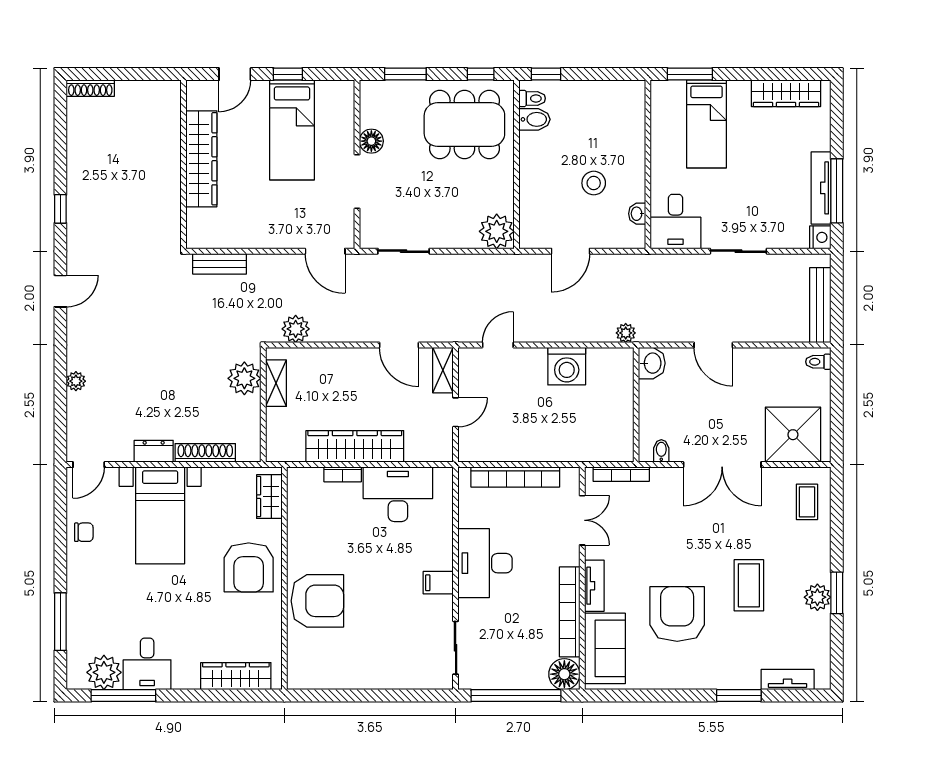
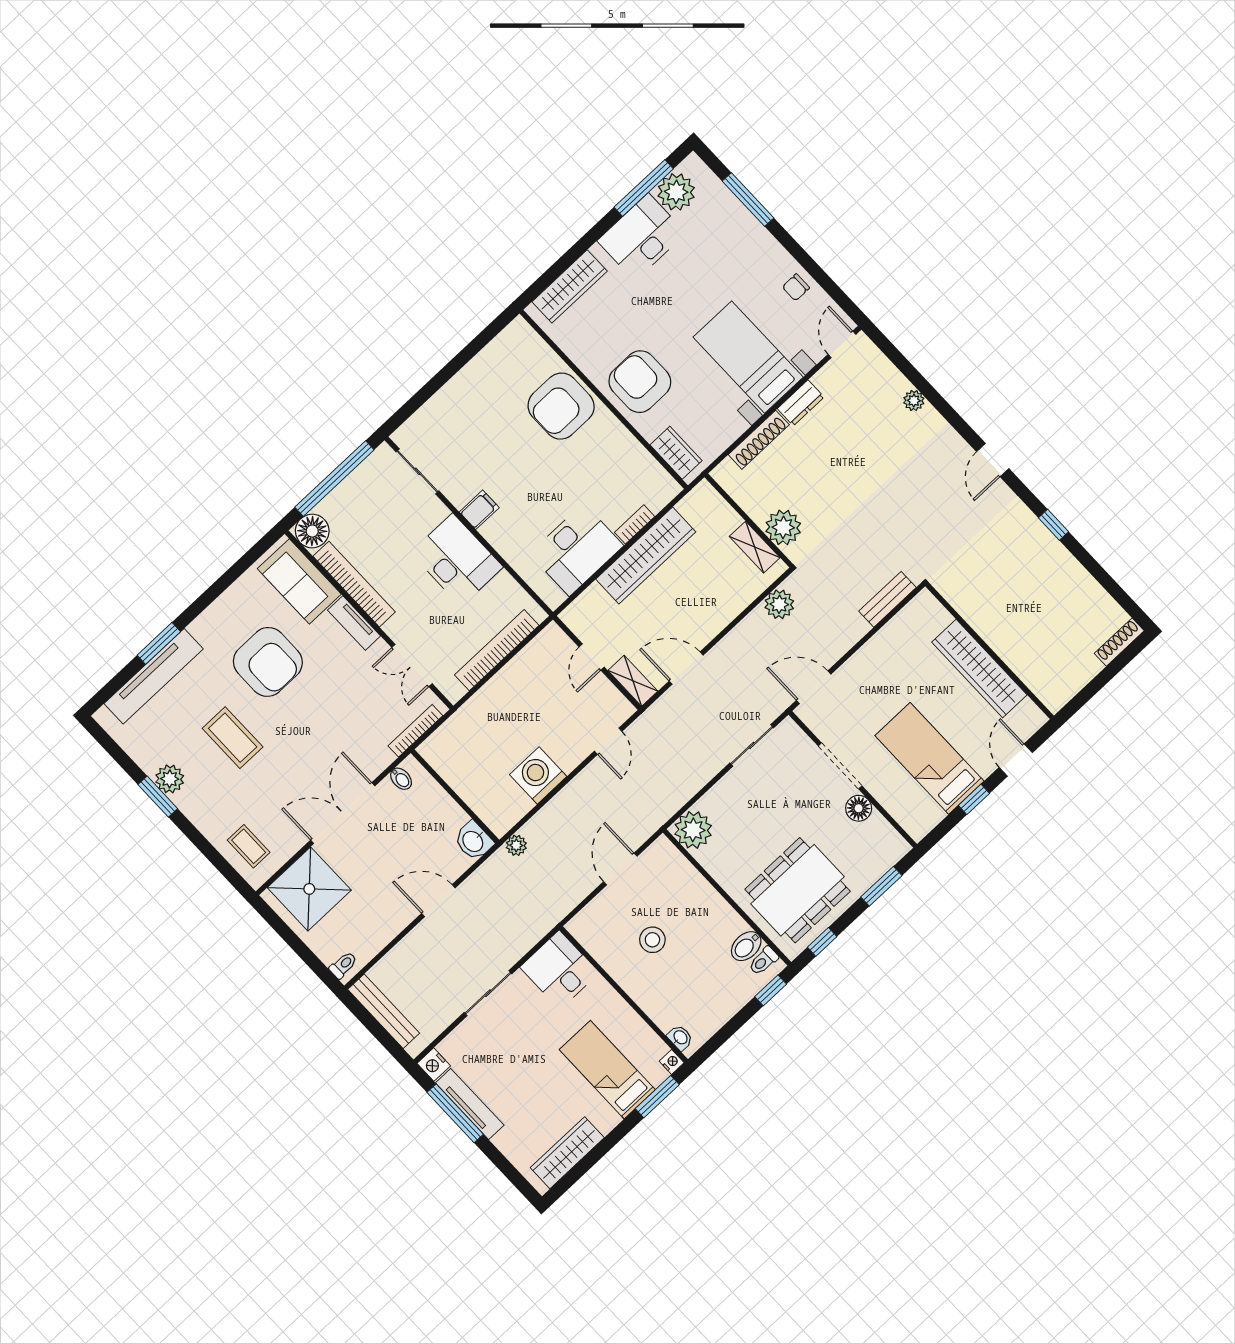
nightstand: (658, 88) -> (672, 1062), added
washbasin: (637, 214) -> (680, 1038), moved
desk: (147, 664) -> (641, 237), width x1.37
tv unit: (788, 680) -> (154, 676), width x1.92, depth x1.29

